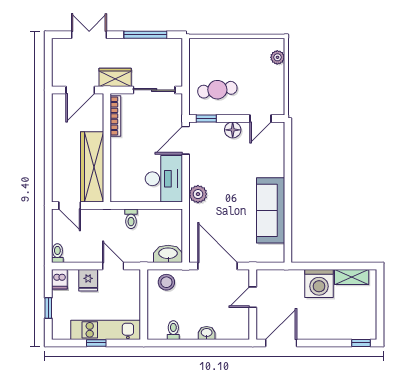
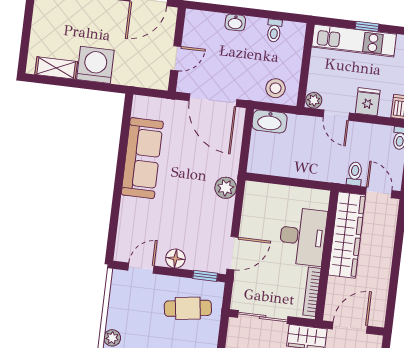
desk: (164, 179) -> (303, 236), moved, turned 180
toilet: (131, 219) -> (355, 174), moved
plant: (133, 276) -> (314, 100), added

